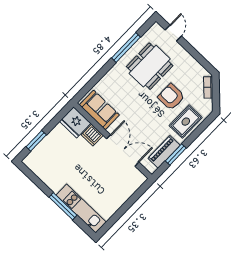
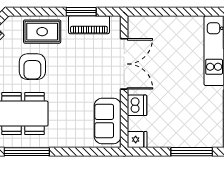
fridge: (75, 122) -> (137, 140), width x0.53, depth x0.75
window: (36, 141) -> (192, 152), width x1.44
double door: (123, 150) -> (124, 64), swing flipped

